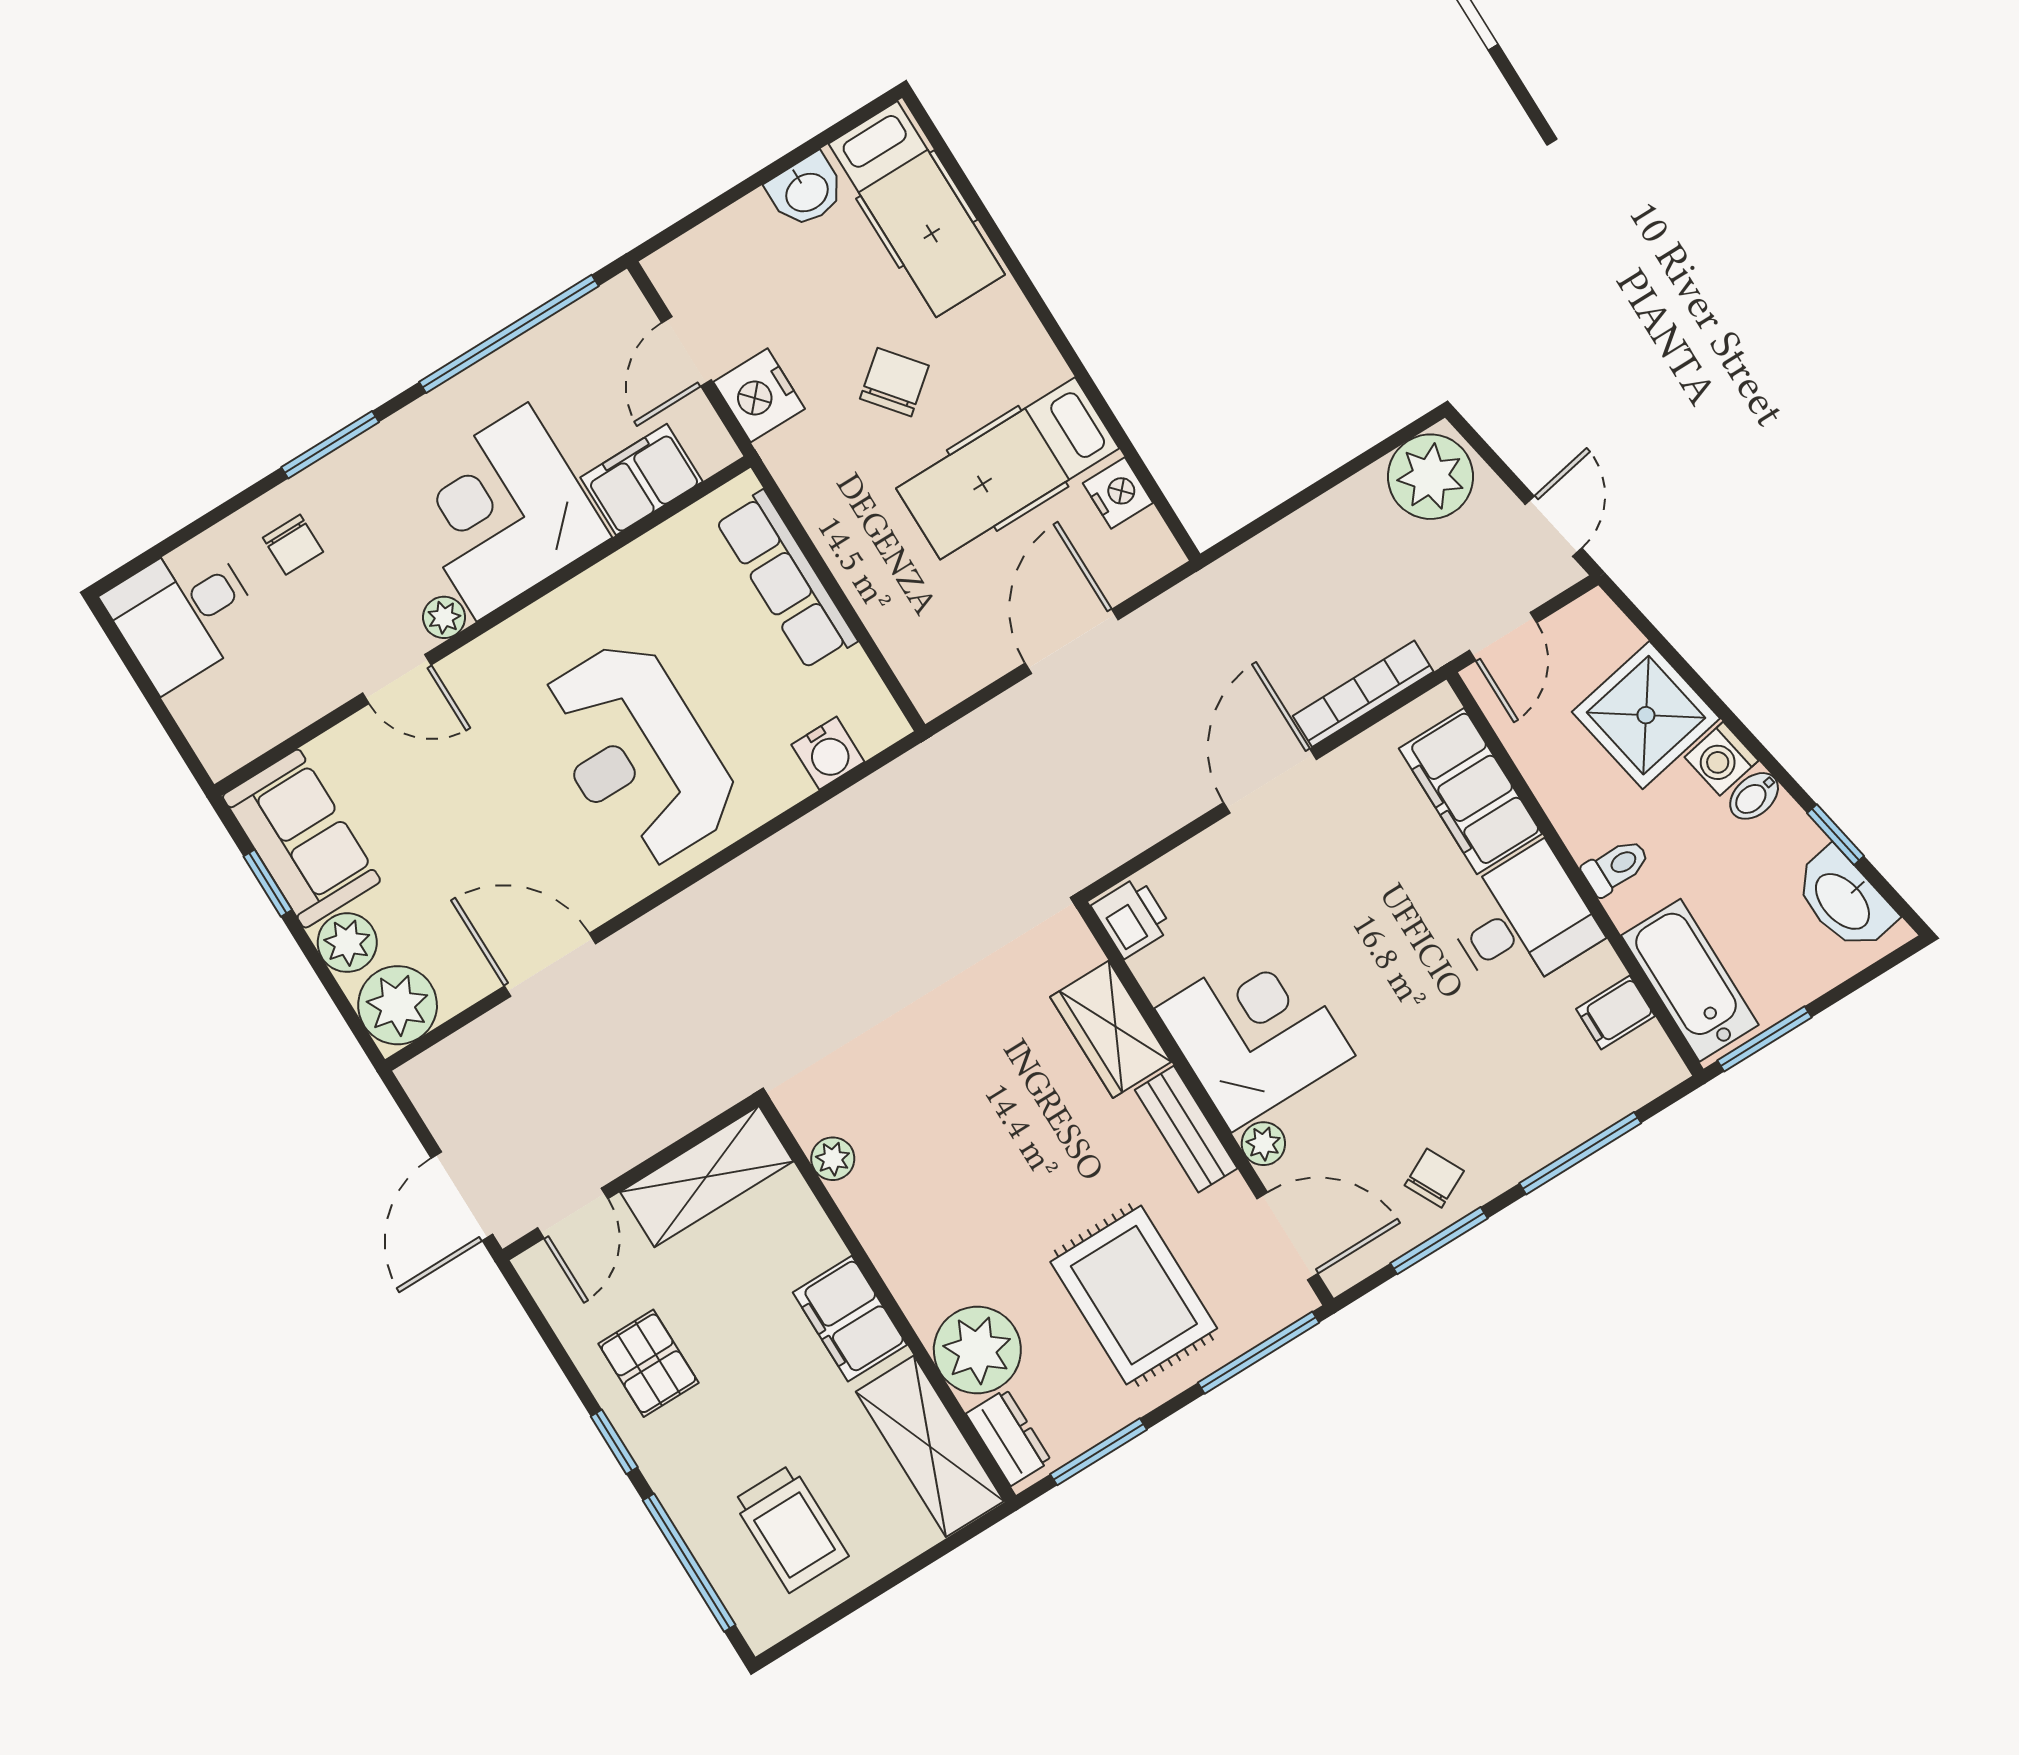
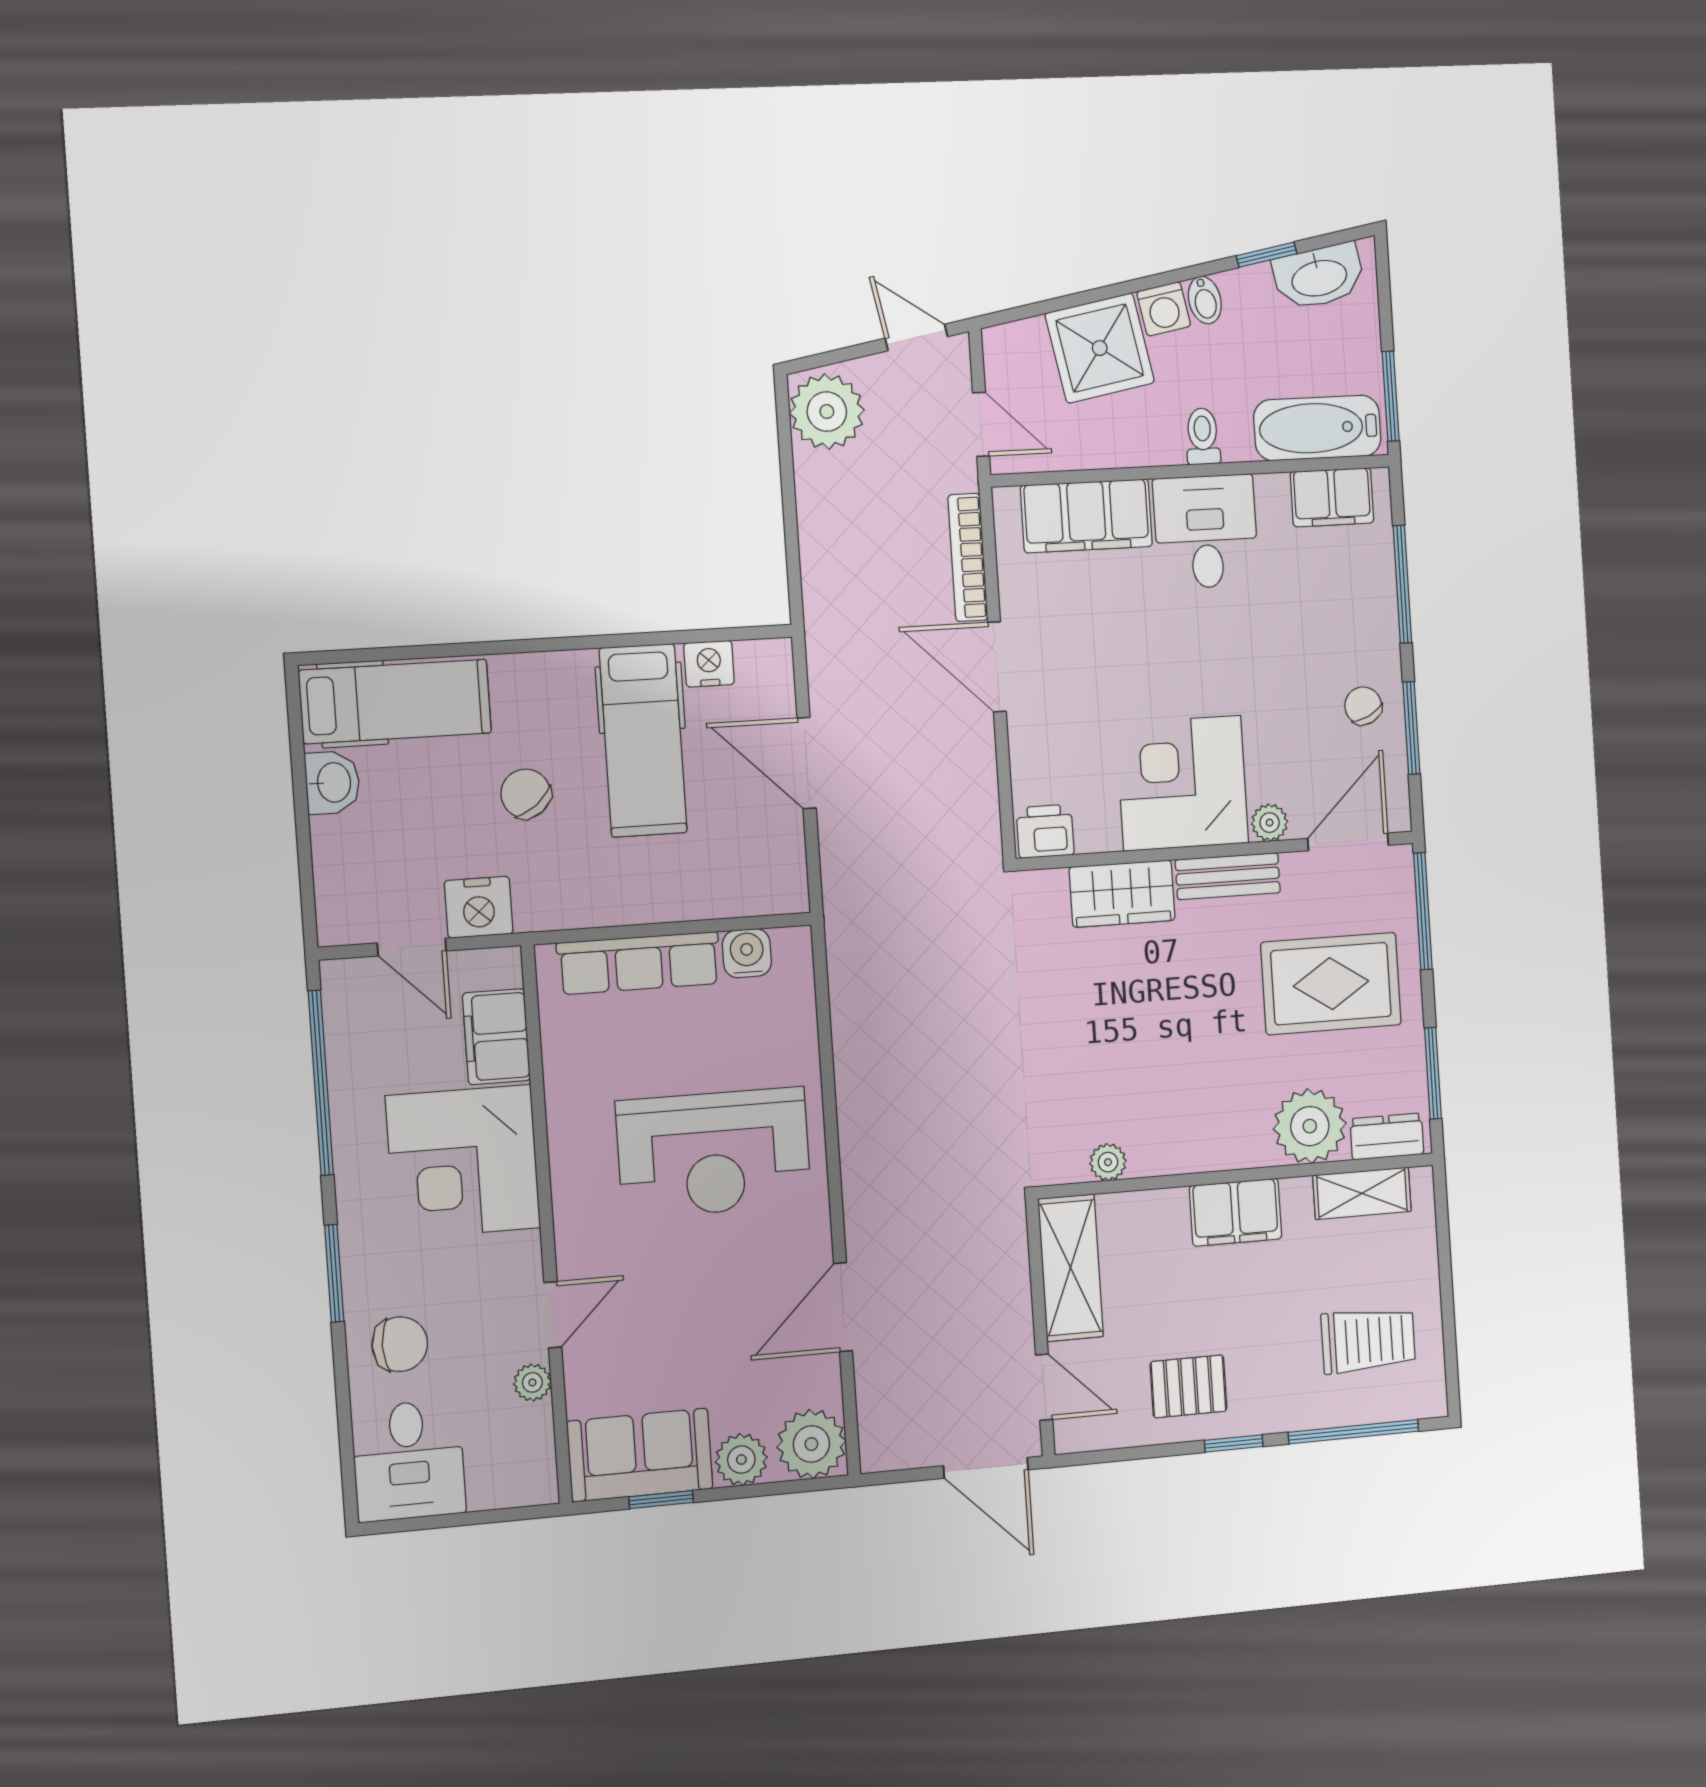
chair: (293, 545) -> (400, 1344), width x1.37, depth x1.37
plant: (444, 617) -> (532, 1382), moved
water cooler: (828, 753) -> (747, 953), moved, turned -90
filing cabinet: (1616, 1012) -> (1332, 497), width x2.00
shelving: (930, 1446) -> (1362, 1193), width x0.67, depth x0.75

